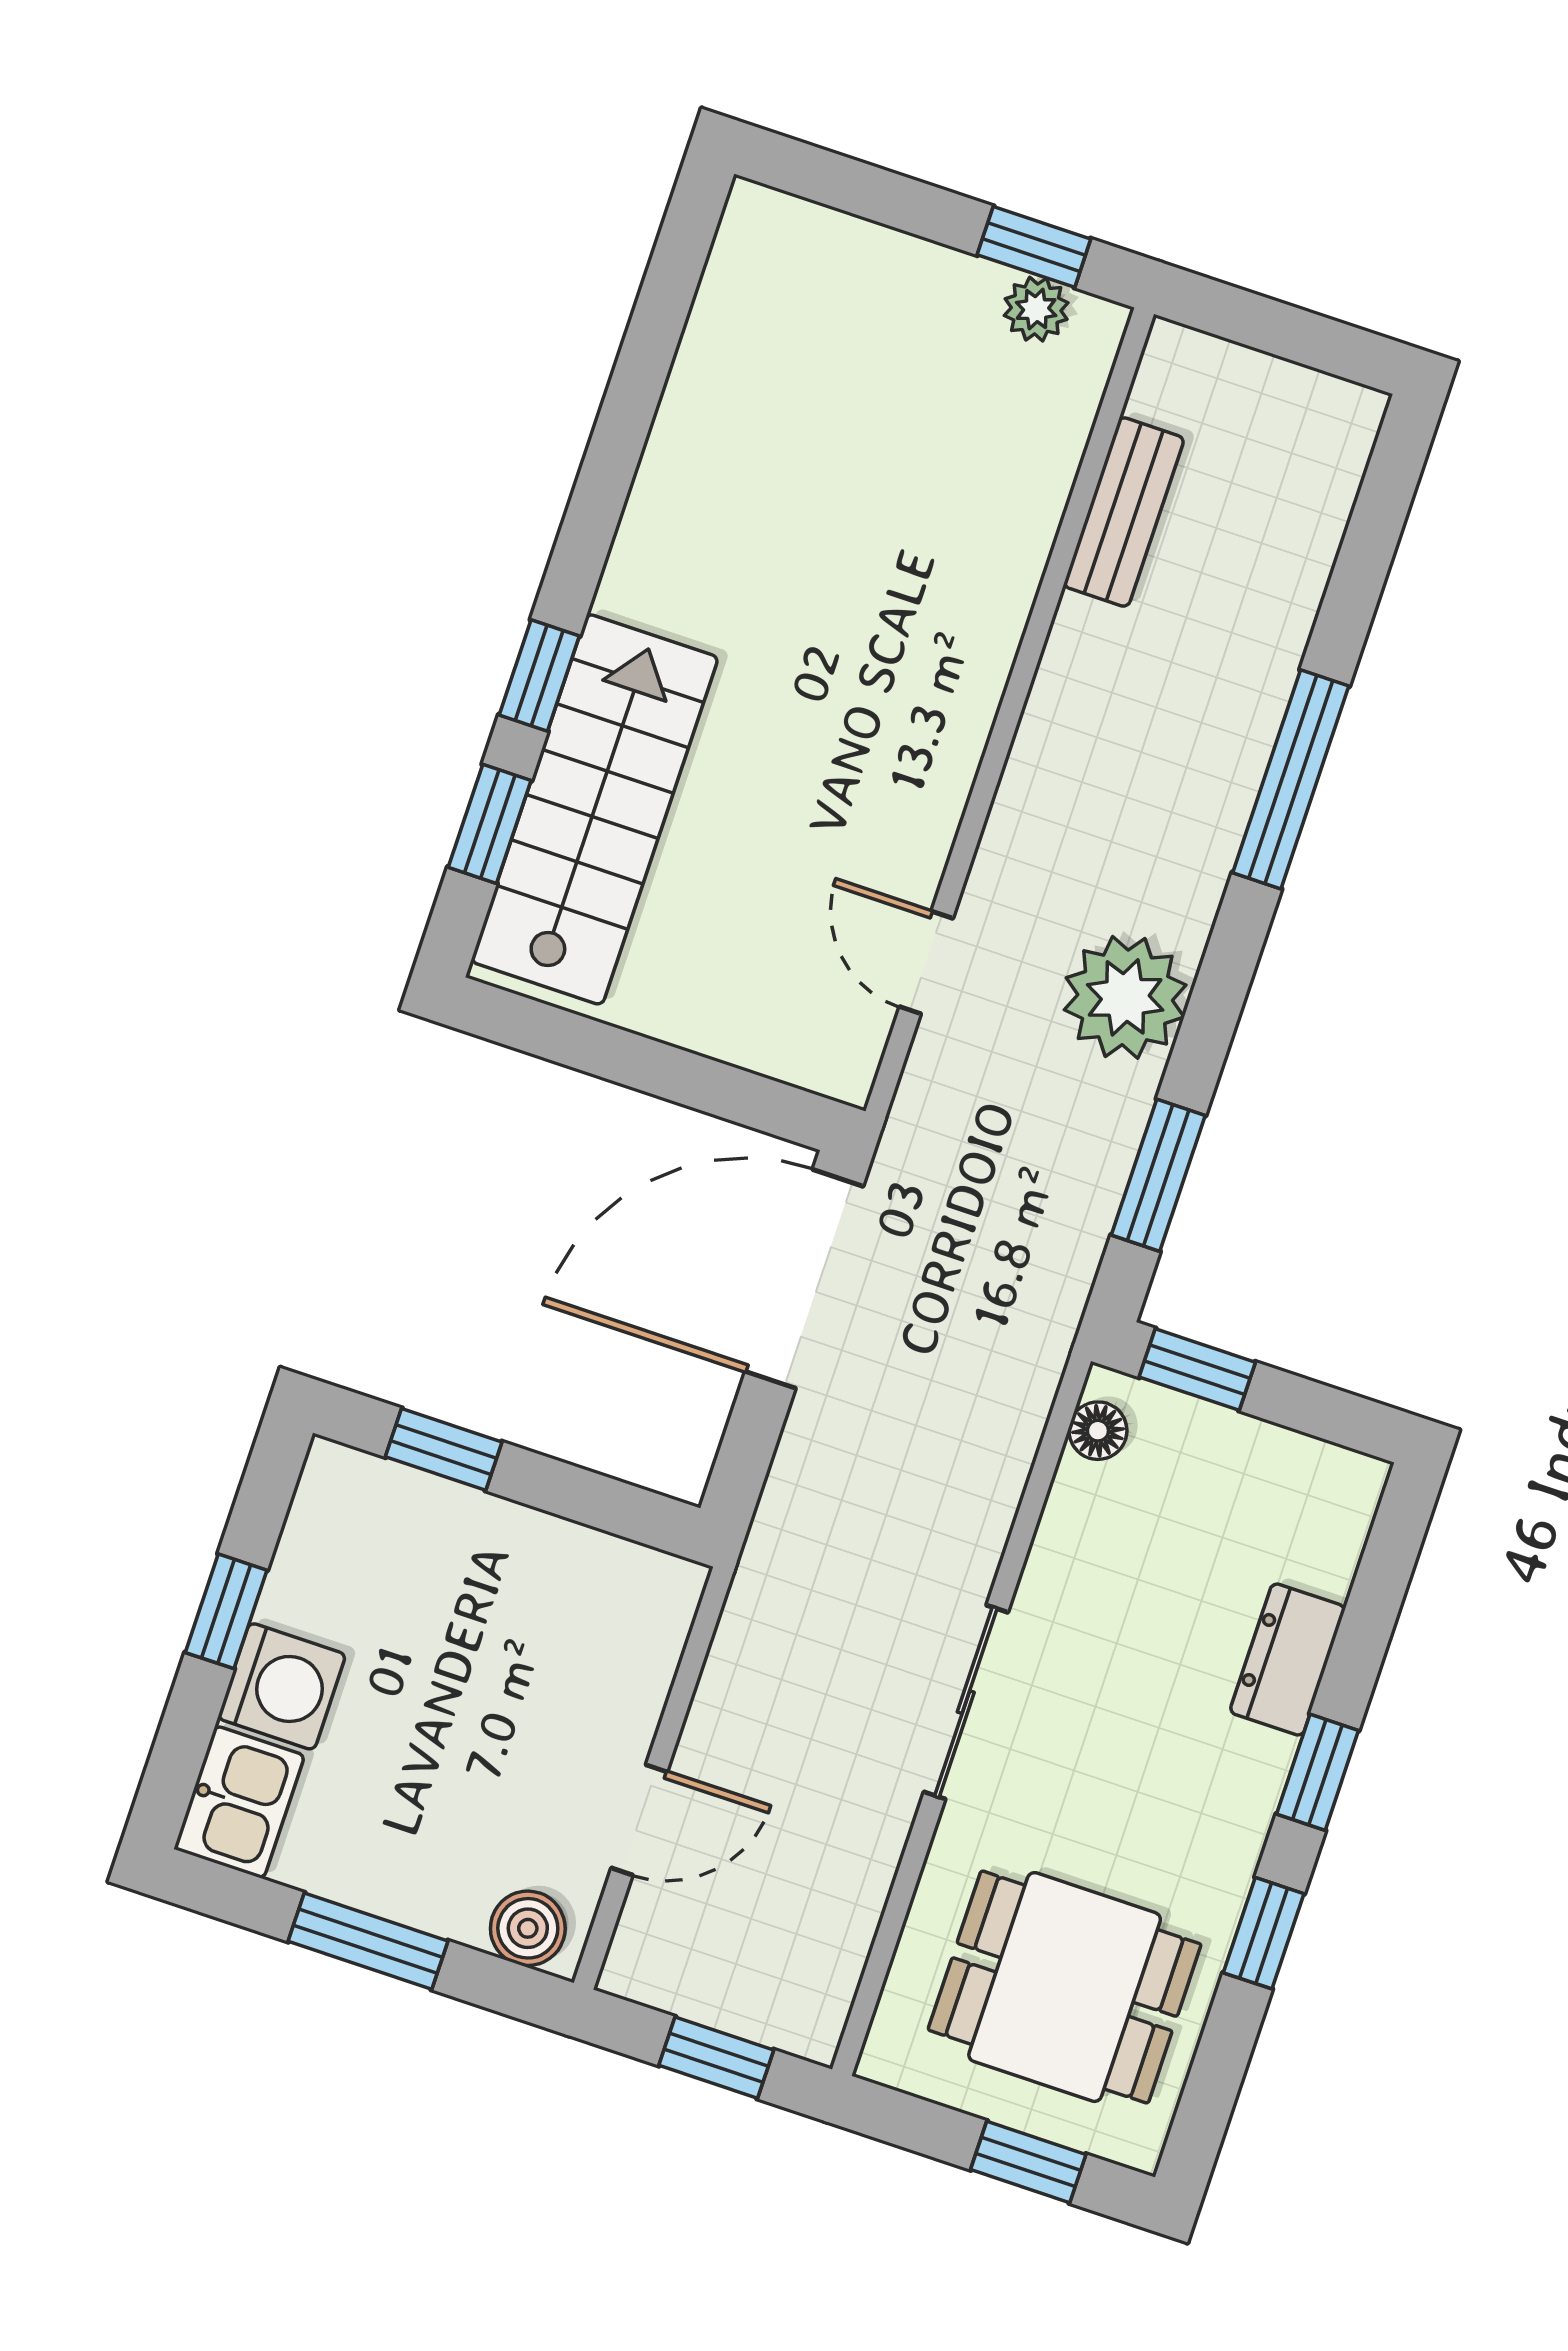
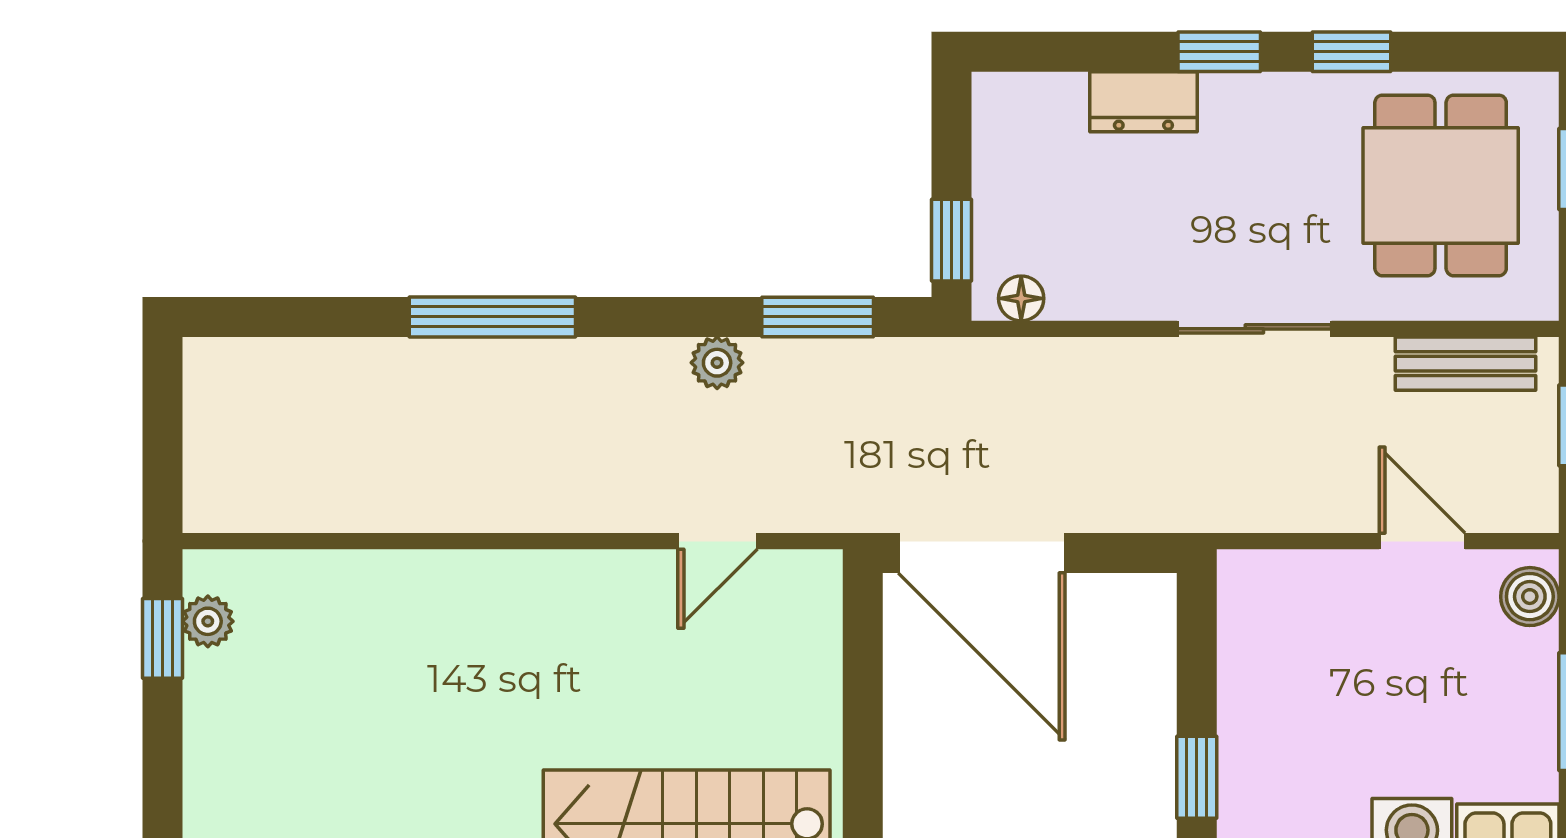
bench: (1124, 512) -> (1465, 364), moved
plant: (1125, 997) -> (717, 363), width x0.53, depth x0.53

